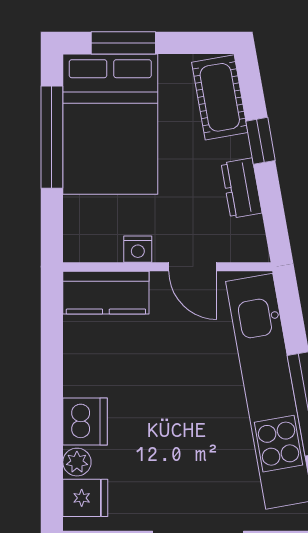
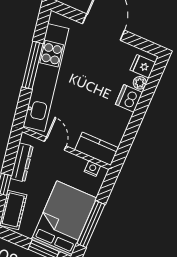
dresser: (242, 188) -> (22, 162), width x1.44
nightstand: (138, 249) -> (92, 169), moved

